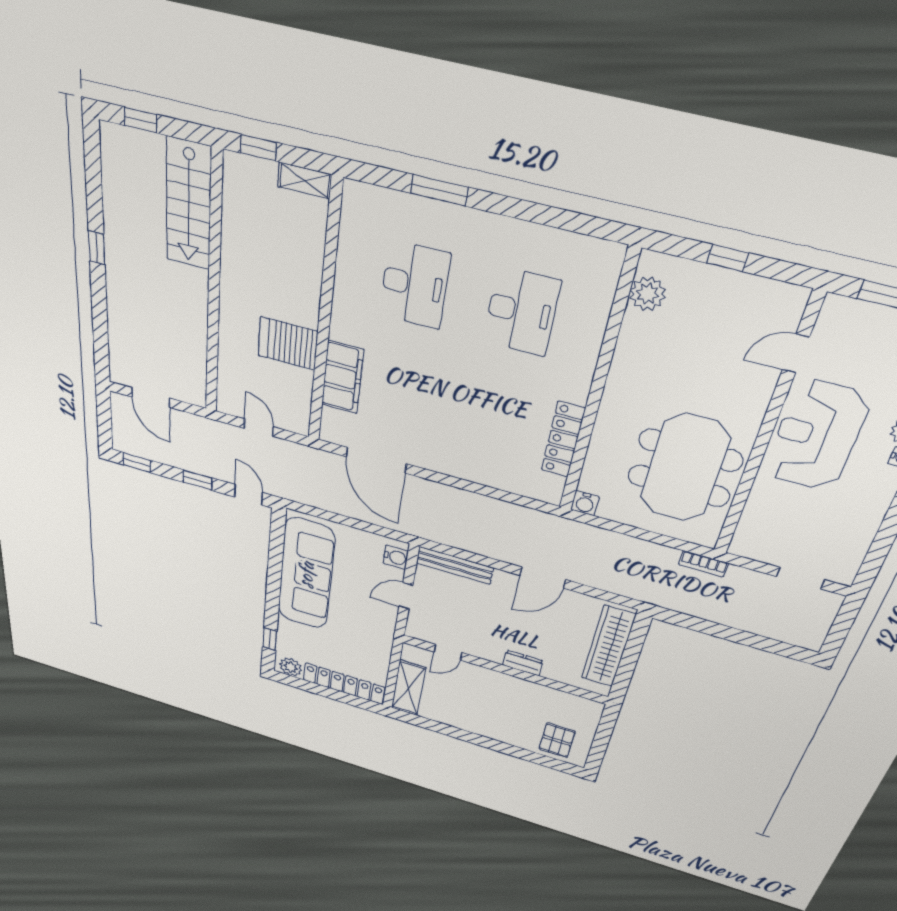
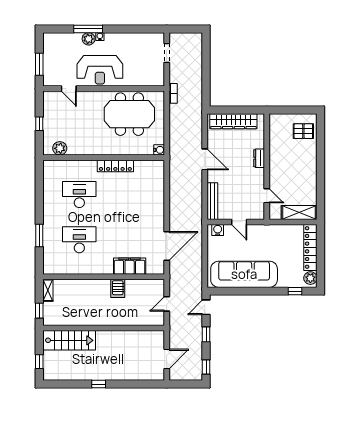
server rack: (288, 344) -> (118, 288), width x0.73, depth x0.70
locker: (563, 439) -> (115, 166), moved

